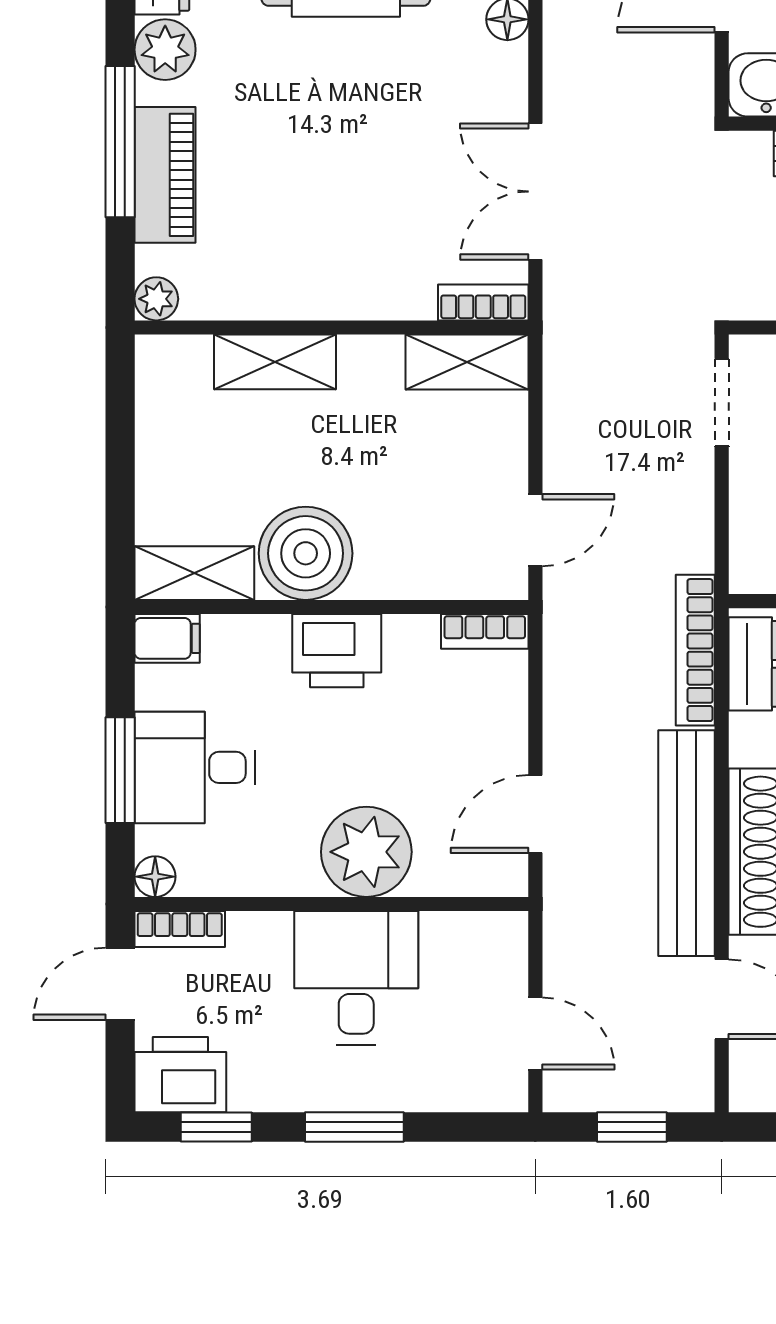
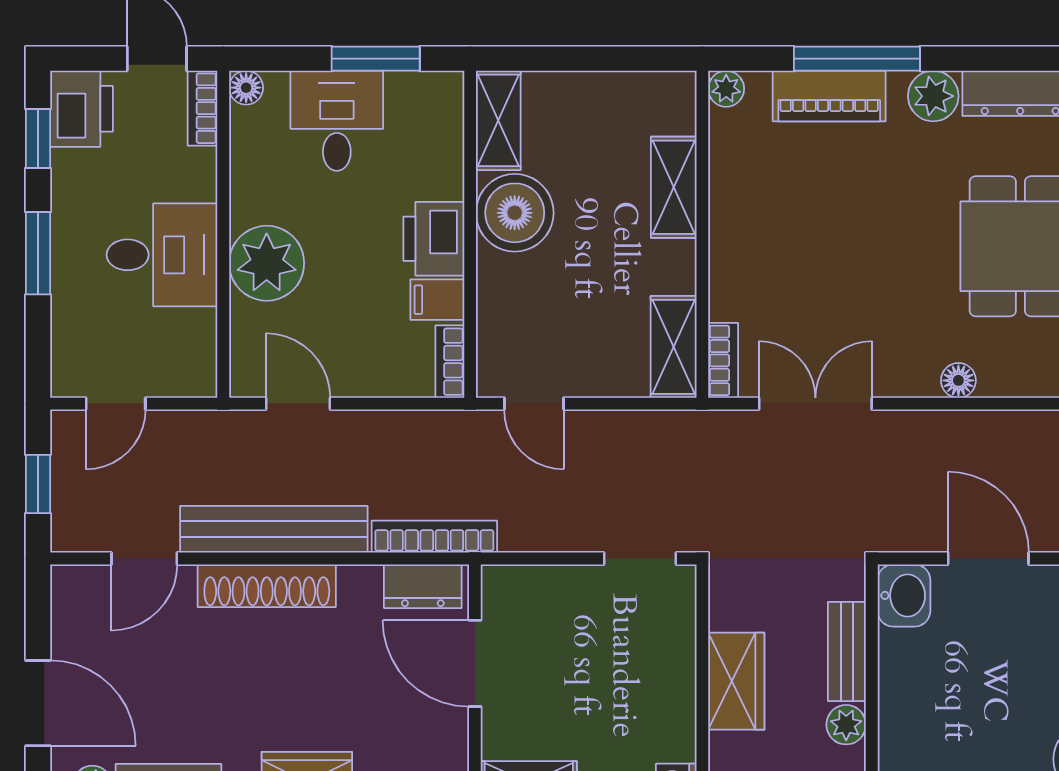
filing cabinet: (167, 638) -> (437, 300), moved, turned 90
window: (120, 770) -> (376, 59), moved

